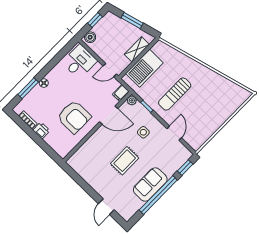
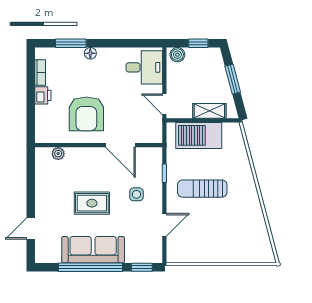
filing cabinet: (121, 93) -> (153, 136), removed
plant: (132, 100) -> (58, 154), moved
sofa: (150, 184) -> (93, 250), width x1.36

